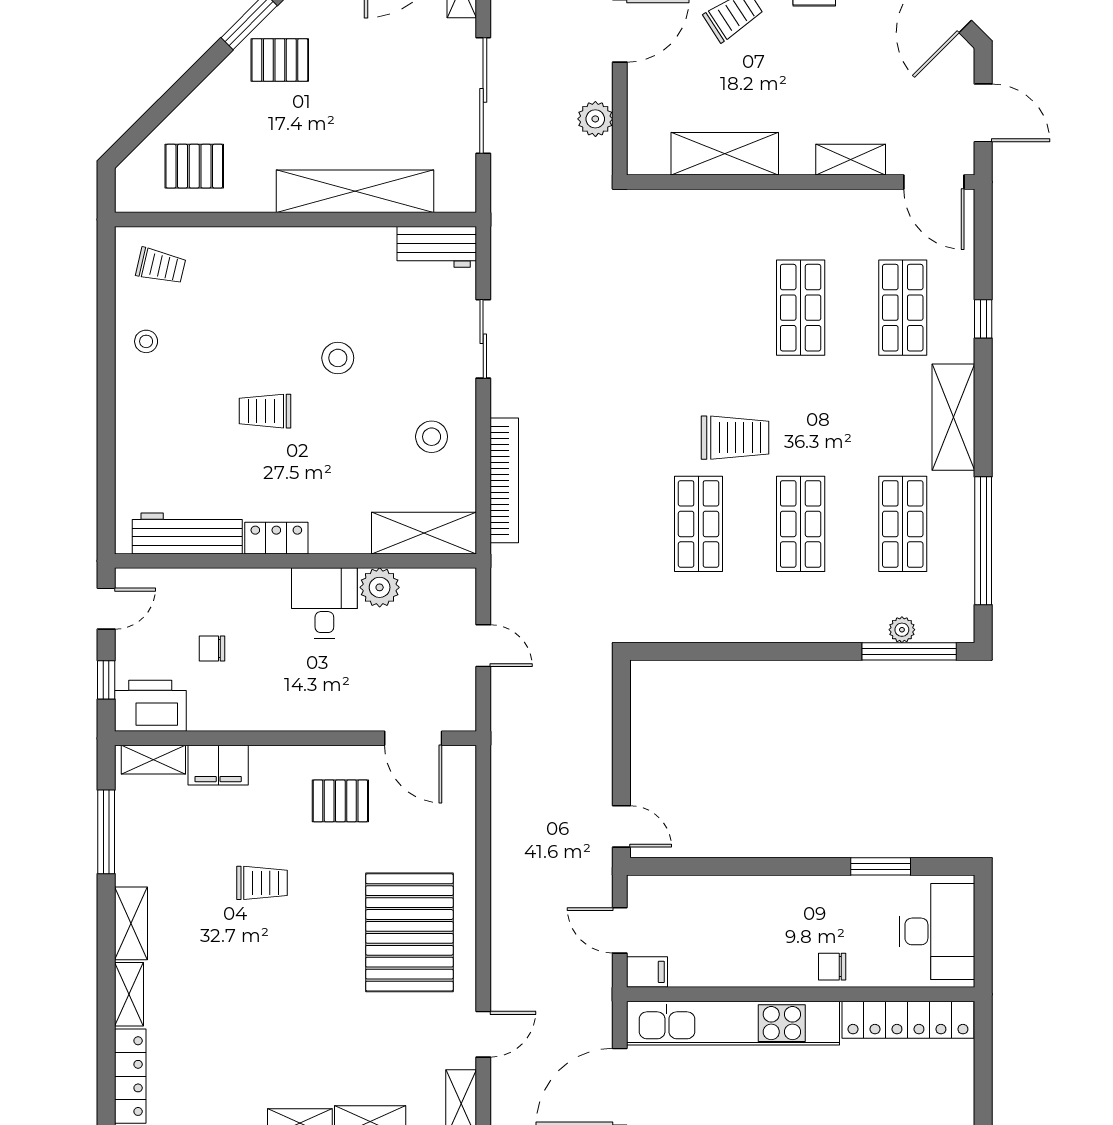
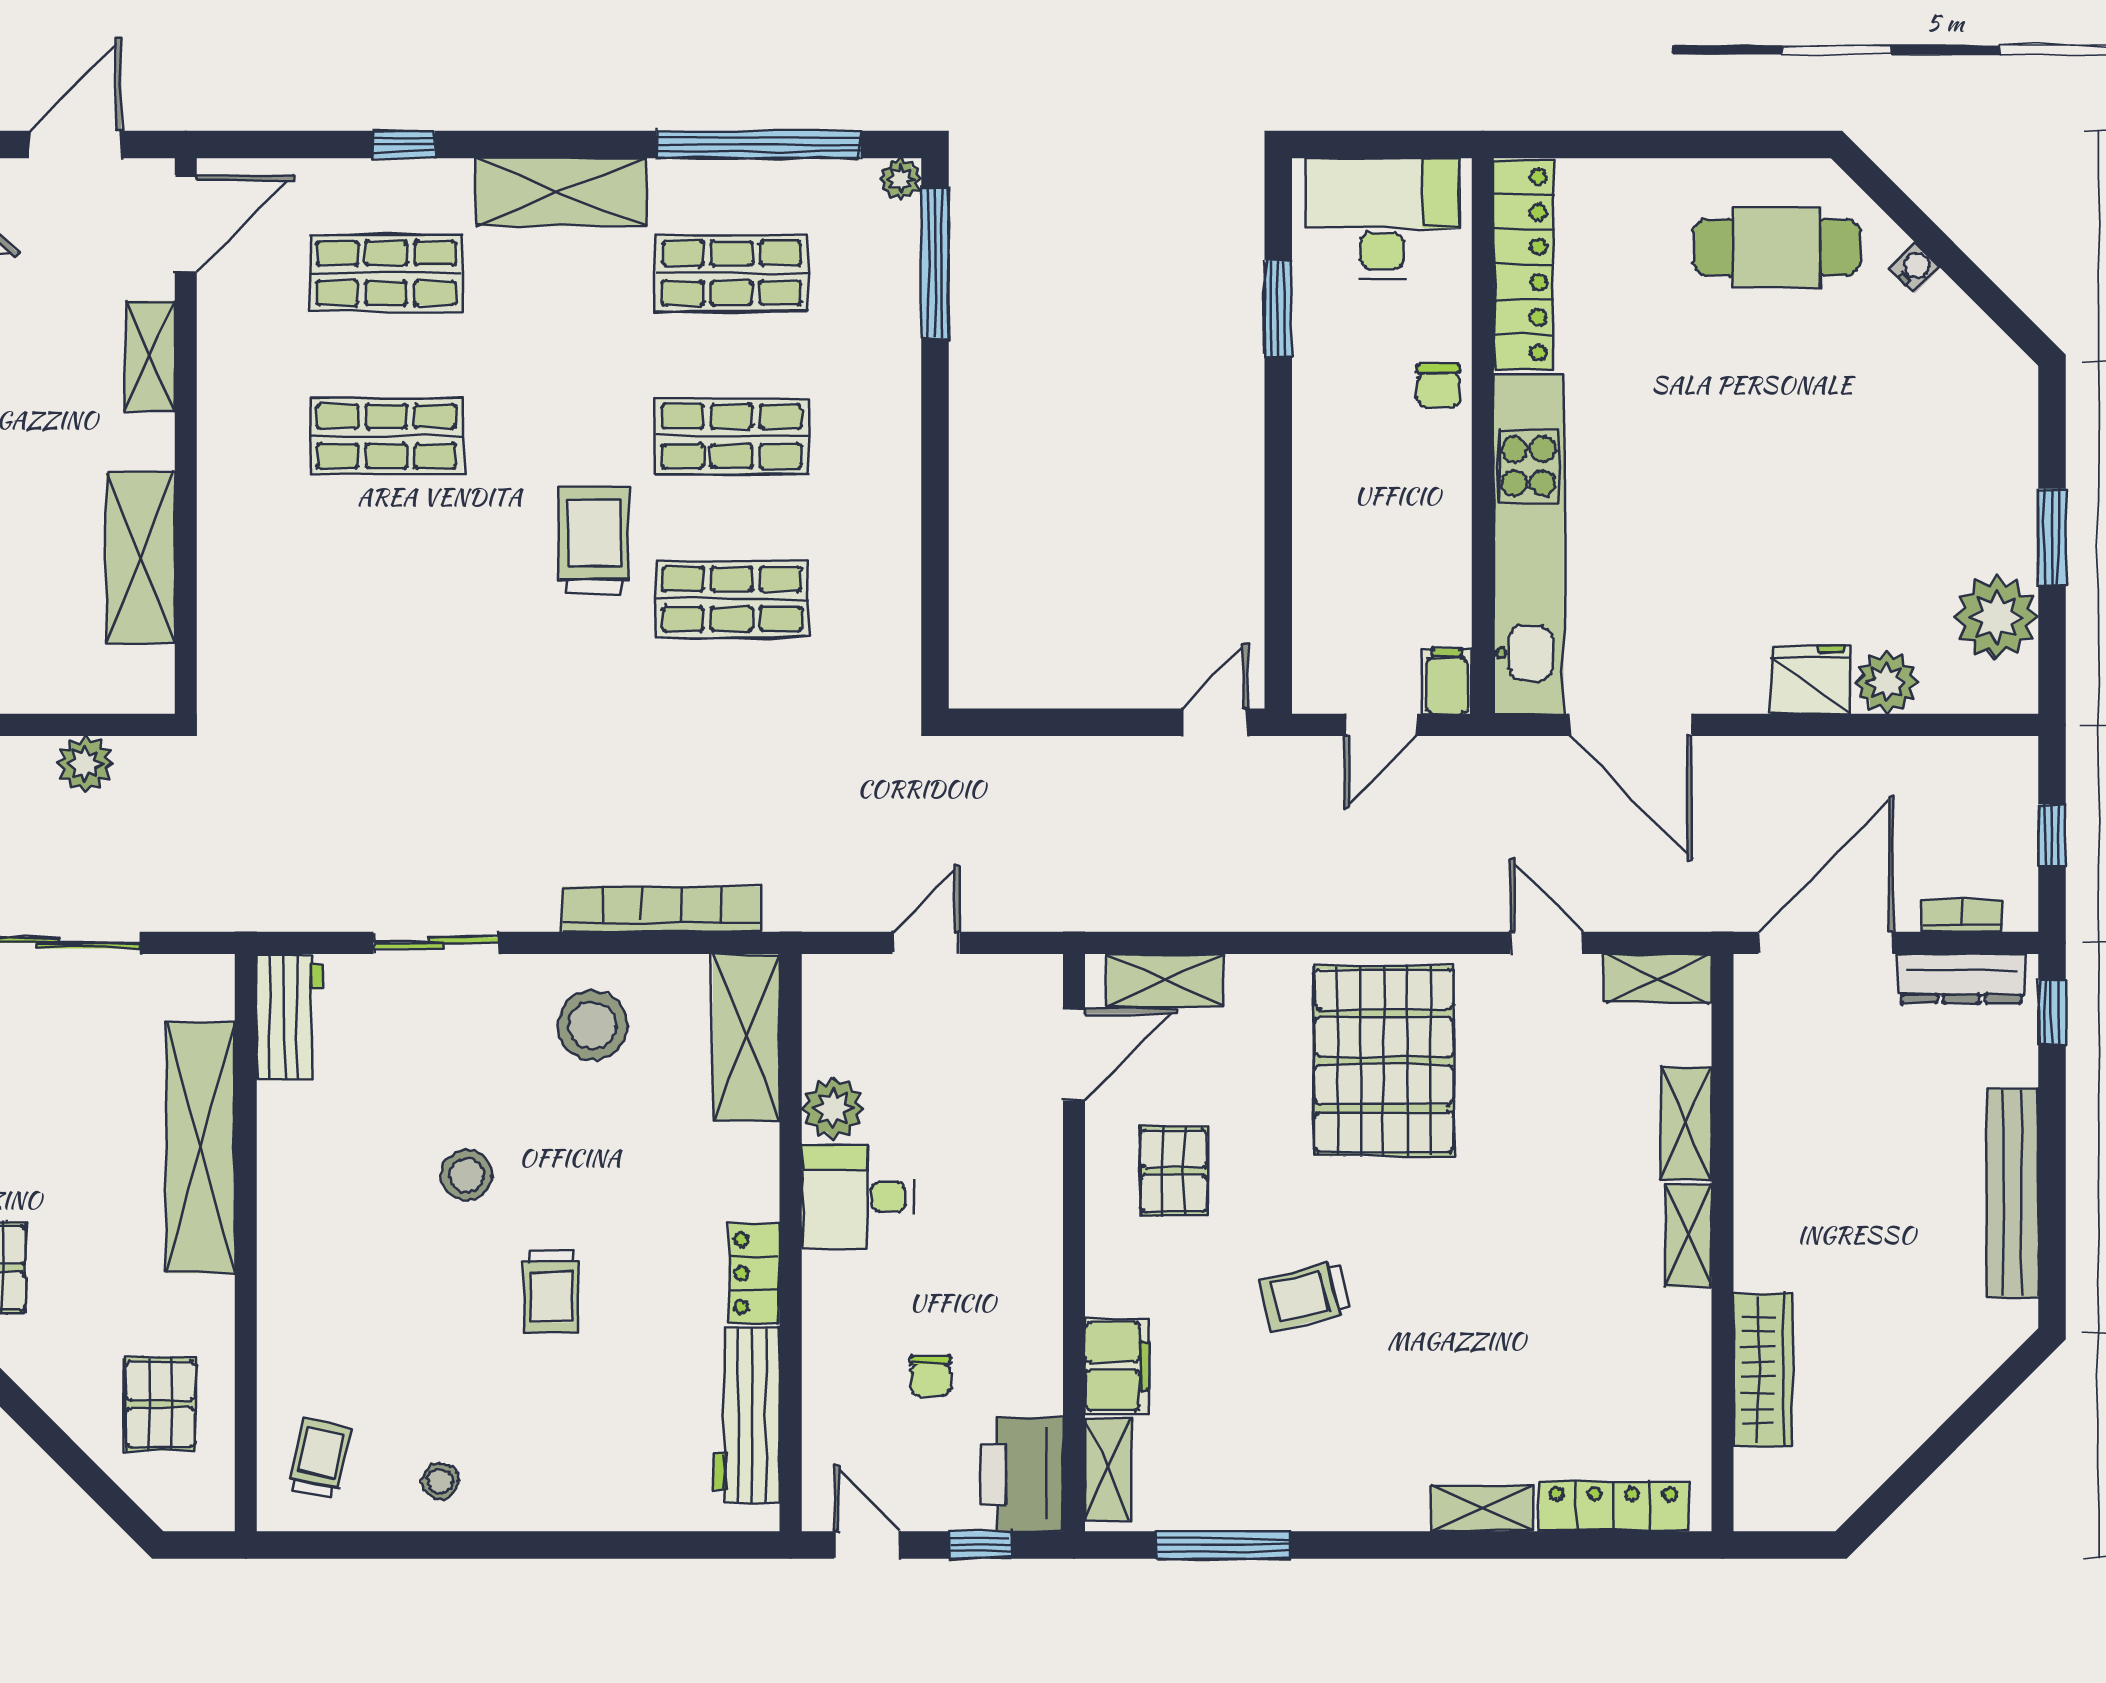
stool: (432, 437) -> (592, 1025), width x1.38, depth x1.38
plant: (902, 630) -> (901, 179), moved
trolley: (262, 883) -> (1305, 1296), turned -104
shelving: (131, 923) -> (1164, 980), moved
pallet: (409, 932) -> (1384, 1061), turned 90

